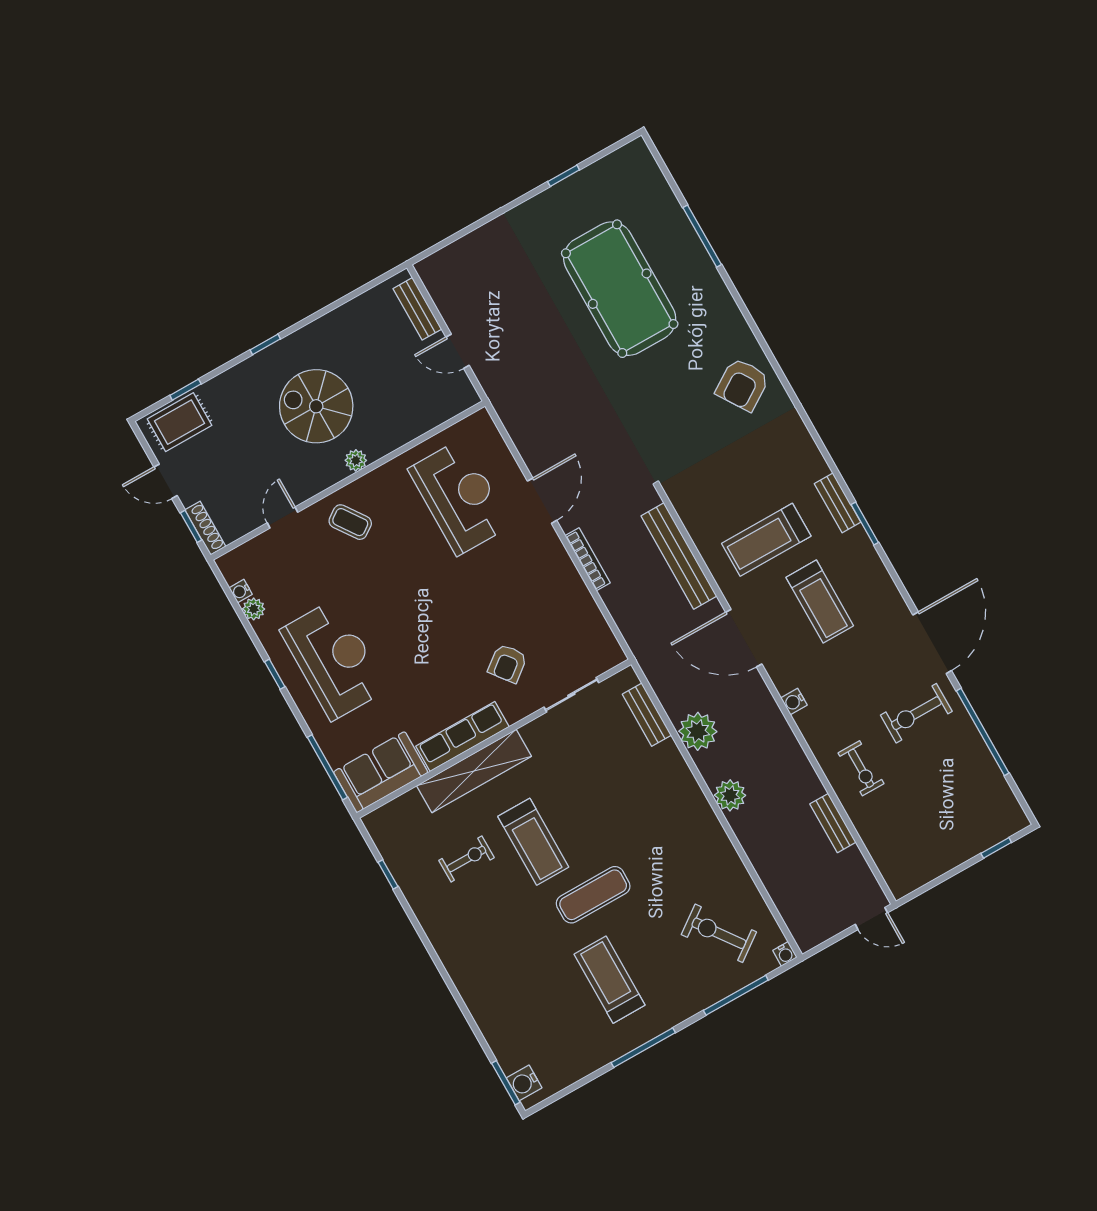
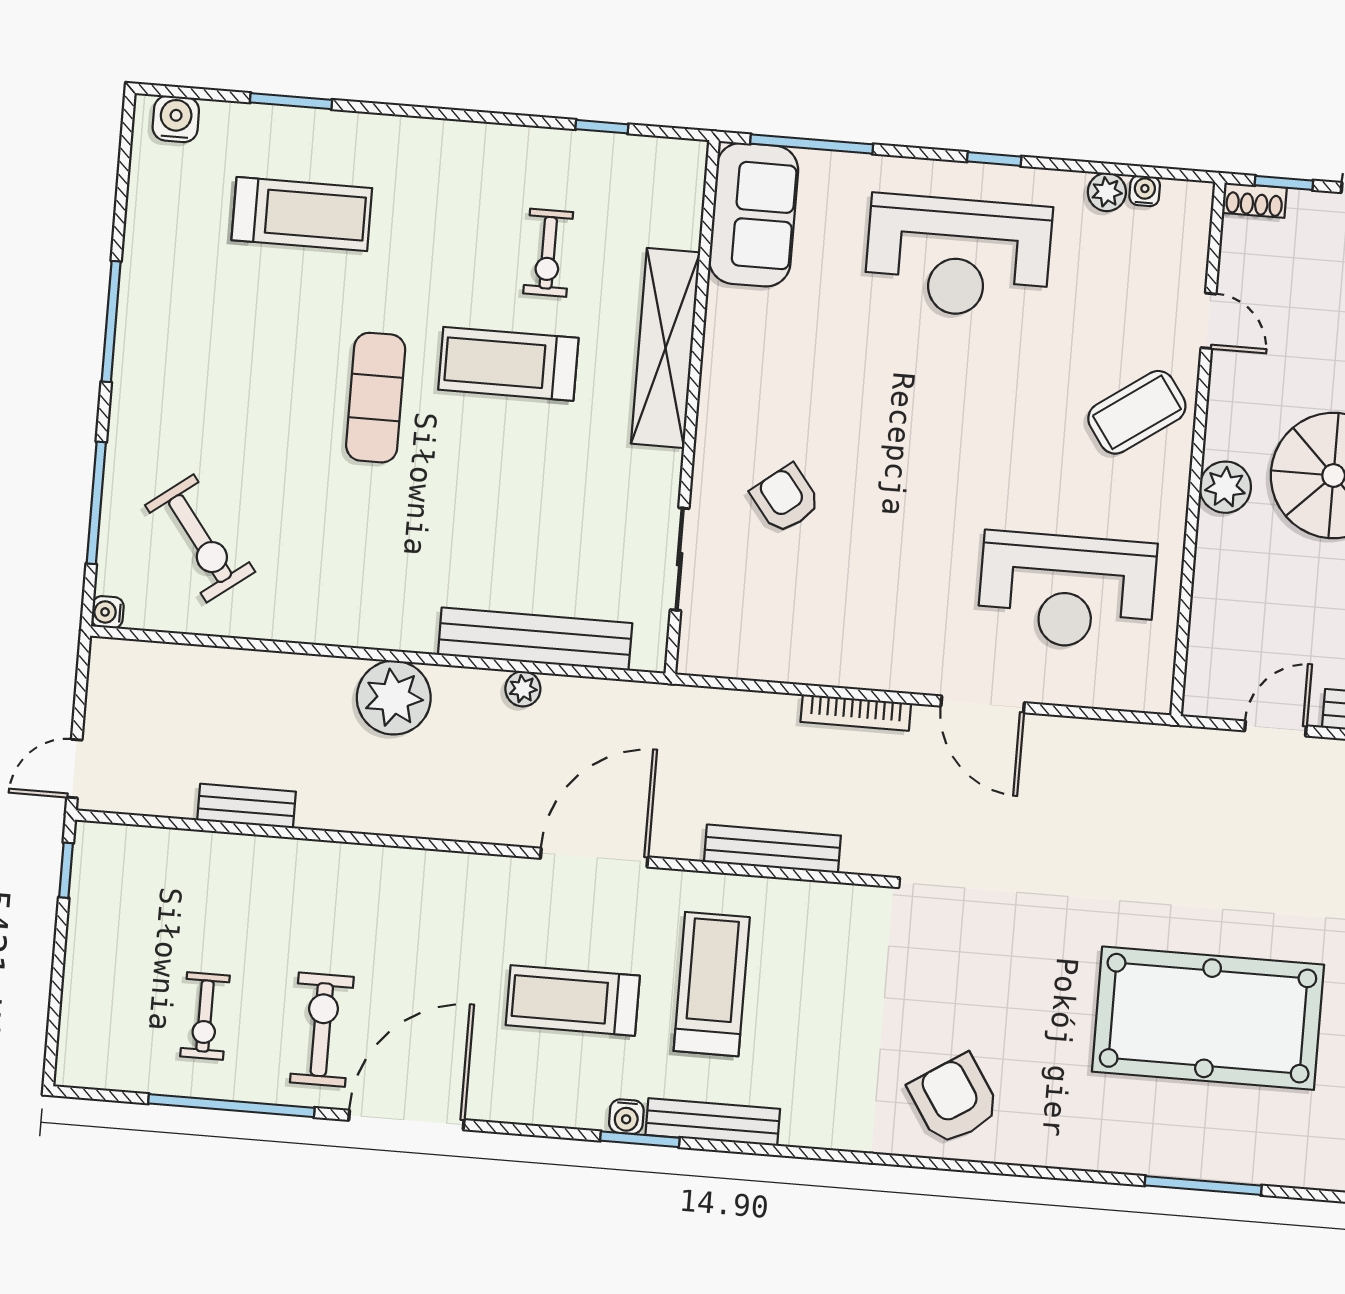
plant: (356, 460) -> (1225, 487), width x1.38, depth x1.38
bench: (838, 503) -> (713, 1122), width x1.36
coffee table: (350, 522) -> (1137, 412), width x1.36, depth x1.30
shoe rack: (205, 528) -> (1254, 200), width x0.70
bench: (679, 556) -> (772, 849), width x0.73, depth x0.82
door: (932, 643) -> (406, 1120), swing flipped
water cooler: (794, 702) -> (626, 1117), moved, turned 180
bench: (647, 715) -> (535, 639), width x1.86, depth x1.21
plant: (698, 731) -> (523, 689), width x0.53, depth x0.53
row of seats: (462, 736) -> (725, 365), removed
exercise bike: (861, 768) -> (205, 1016), moved, turned -90
plant: (730, 795) -> (394, 698), width x1.36, depth x1.36
window: (996, 848) -> (66, 870), moved
exercise bike: (719, 933) -> (200, 538), turned 89
treadmill: (610, 980) -> (302, 214), moved
window: (506, 1083) -> (291, 101), moved

